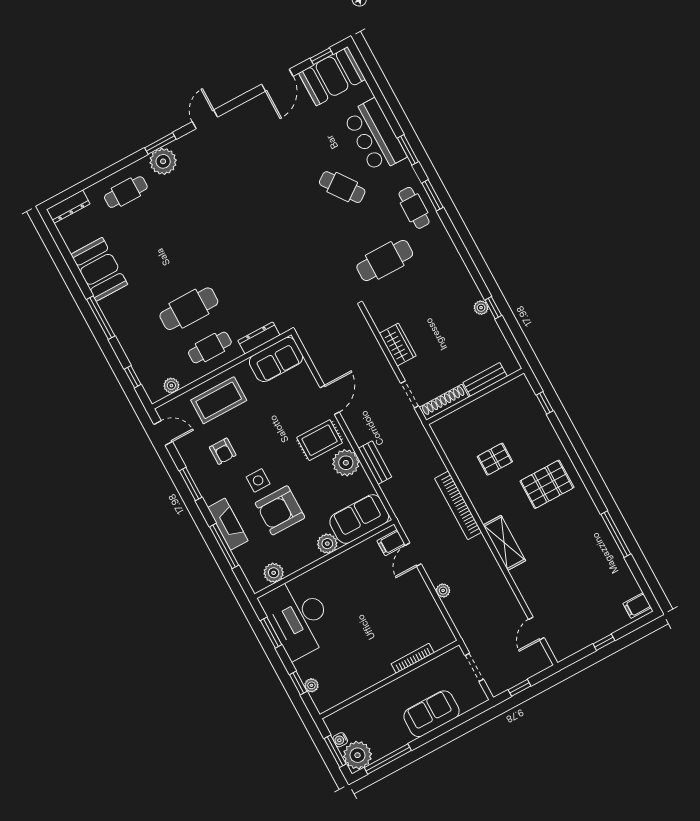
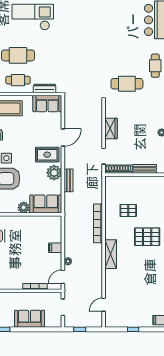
cafe table: (342, 187) -> (126, 36), removed
checkout: (180, 236) -> (33, 17), added
filing cabinet: (391, 543) -> (55, 248), moved
door: (413, 555) -> (63, 277), moved

